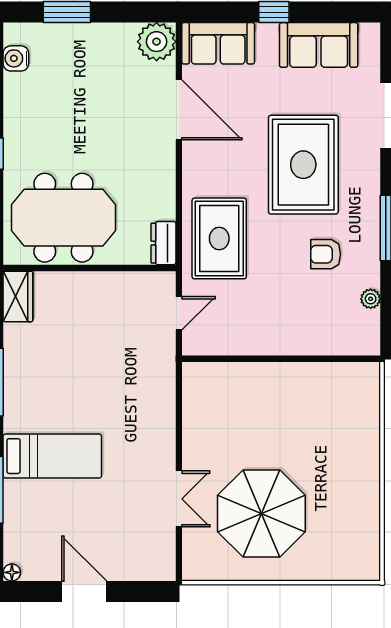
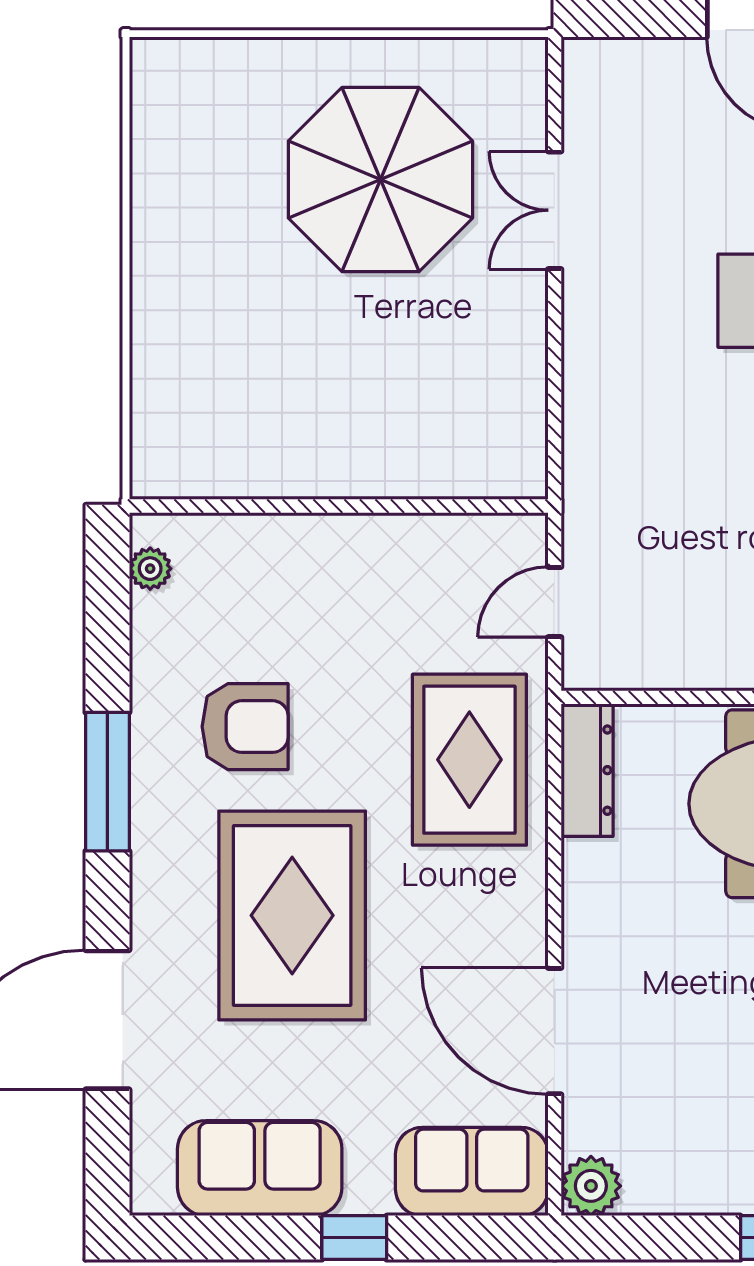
plant: (157, 42) -> (591, 1186), width x0.73, depth x0.73
dresser: (163, 243) -> (587, 770), width x1.44
armchair: (326, 254) -> (245, 727), width x1.38, depth x1.38
plant: (371, 299) -> (150, 569), moved

